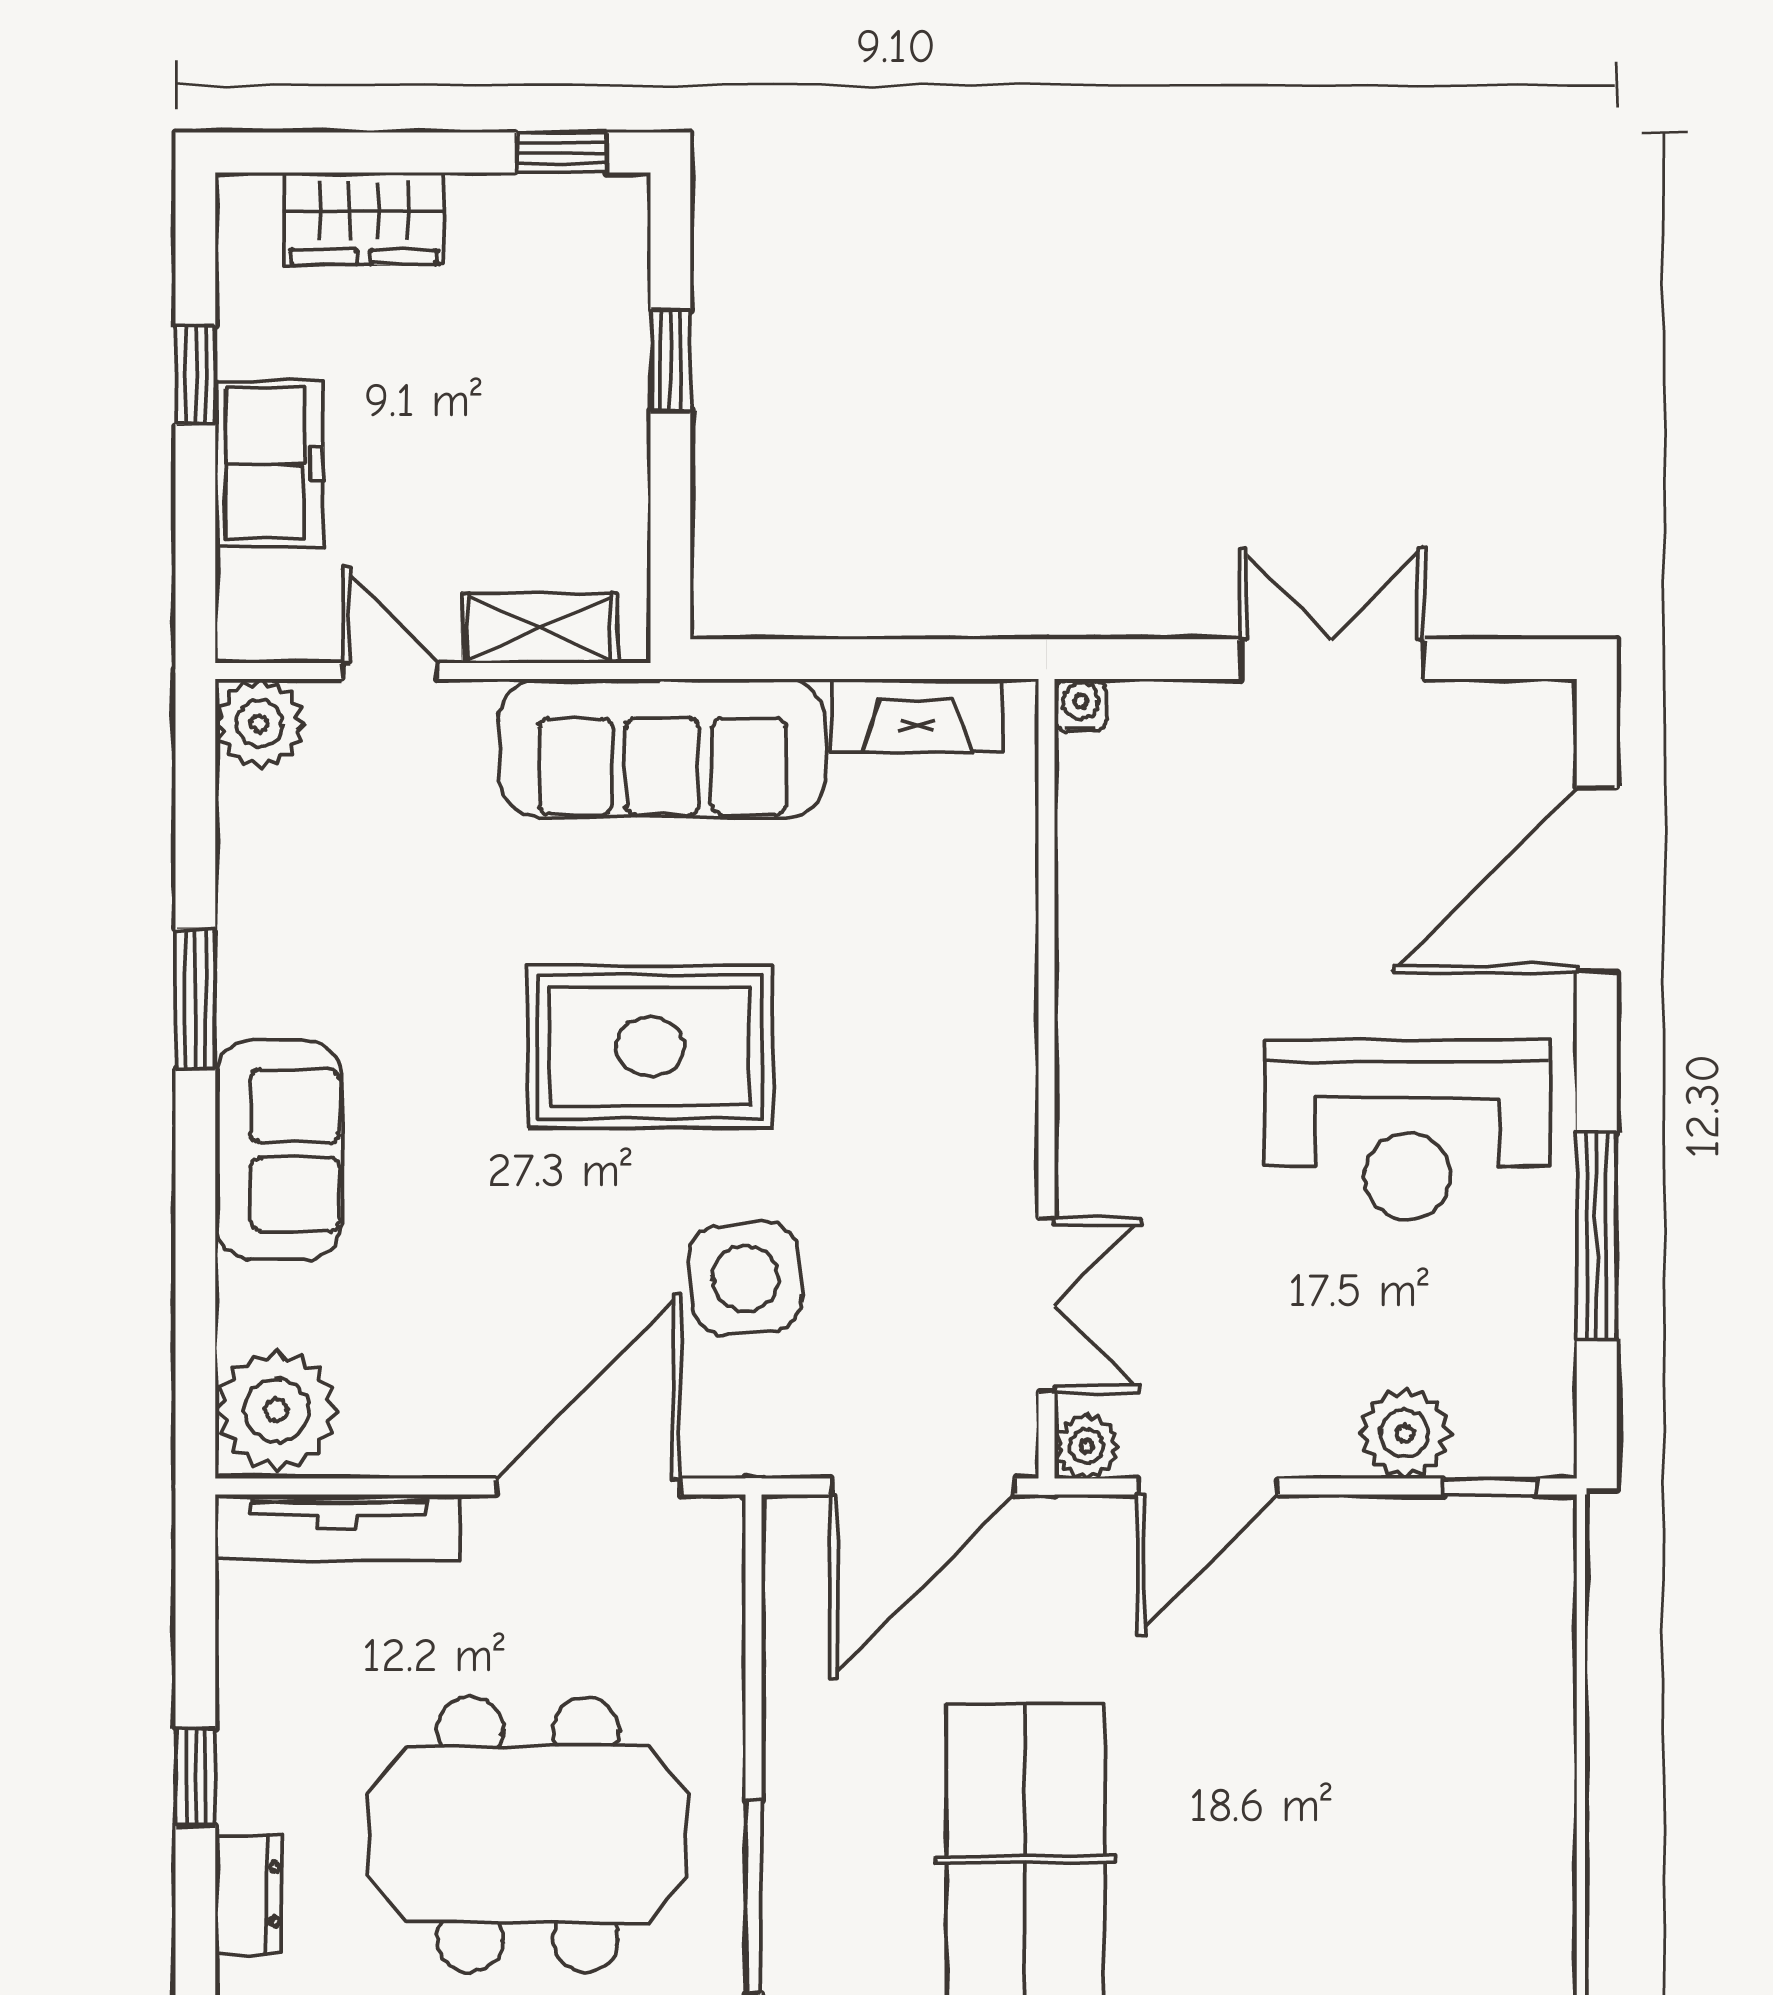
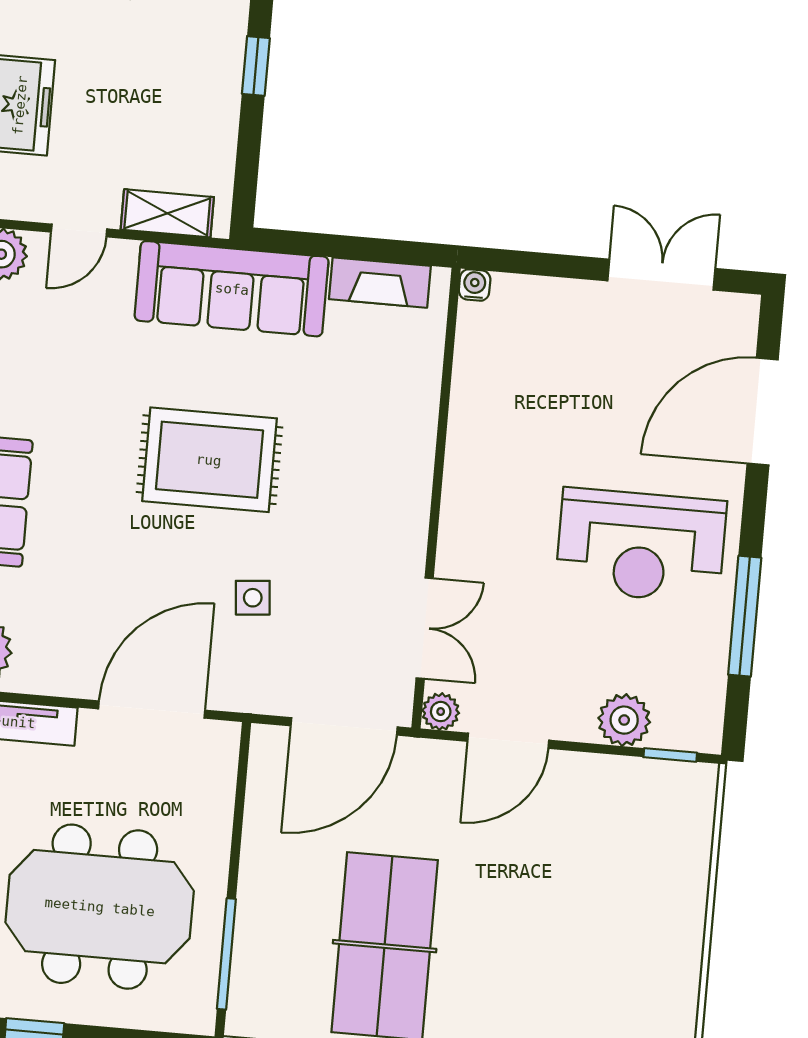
double door: (1332, 659) -> (661, 275), moved
door: (390, 671) -> (79, 231), swing flipped
side table: (745, 1278) -> (253, 598), width x0.54, depth x0.54

